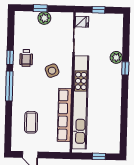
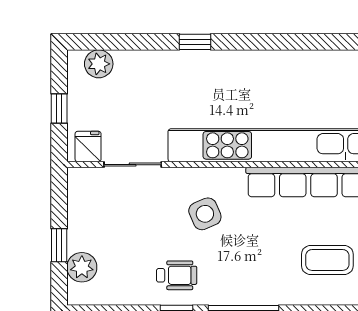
plant: (44, 18) -> (82, 267), moved
plant: (116, 57) -> (99, 64), moved

